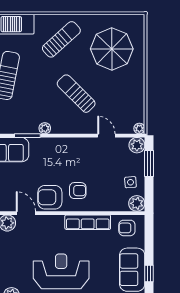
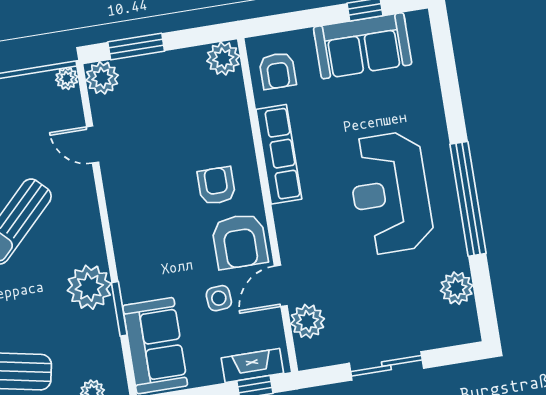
plant: (45, 128) -> (89, 287), width x1.87, depth x1.87
door: (106, 136) -> (93, 144), hinge flipped
side table: (130, 182) -> (219, 298), moved

